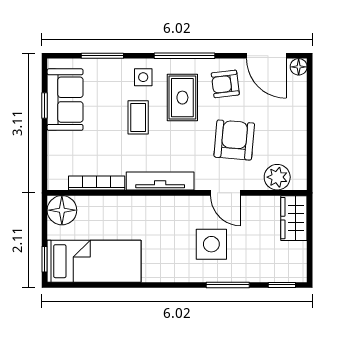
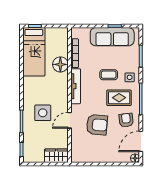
sofa: (65, 100) -> (112, 37), width x1.36
plant: (277, 177) -> (78, 147), removed
floor lamp: (62, 210) -> (60, 64), moved

